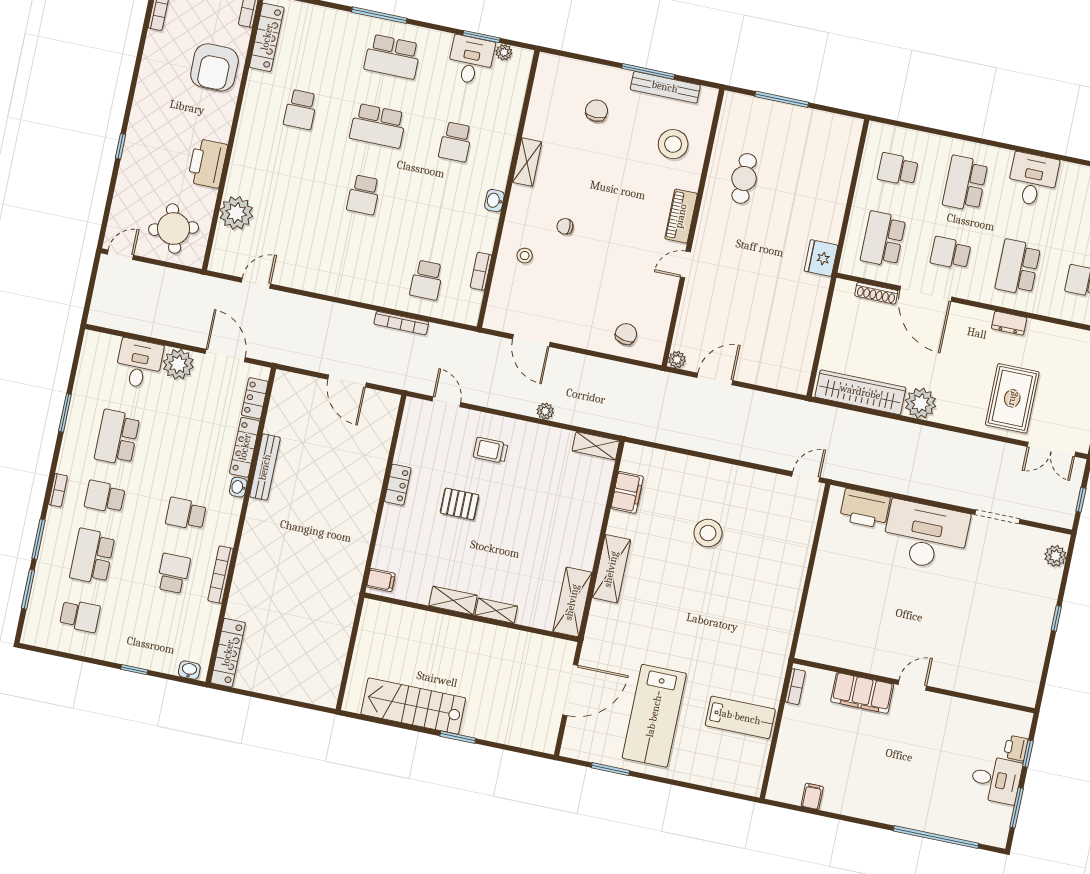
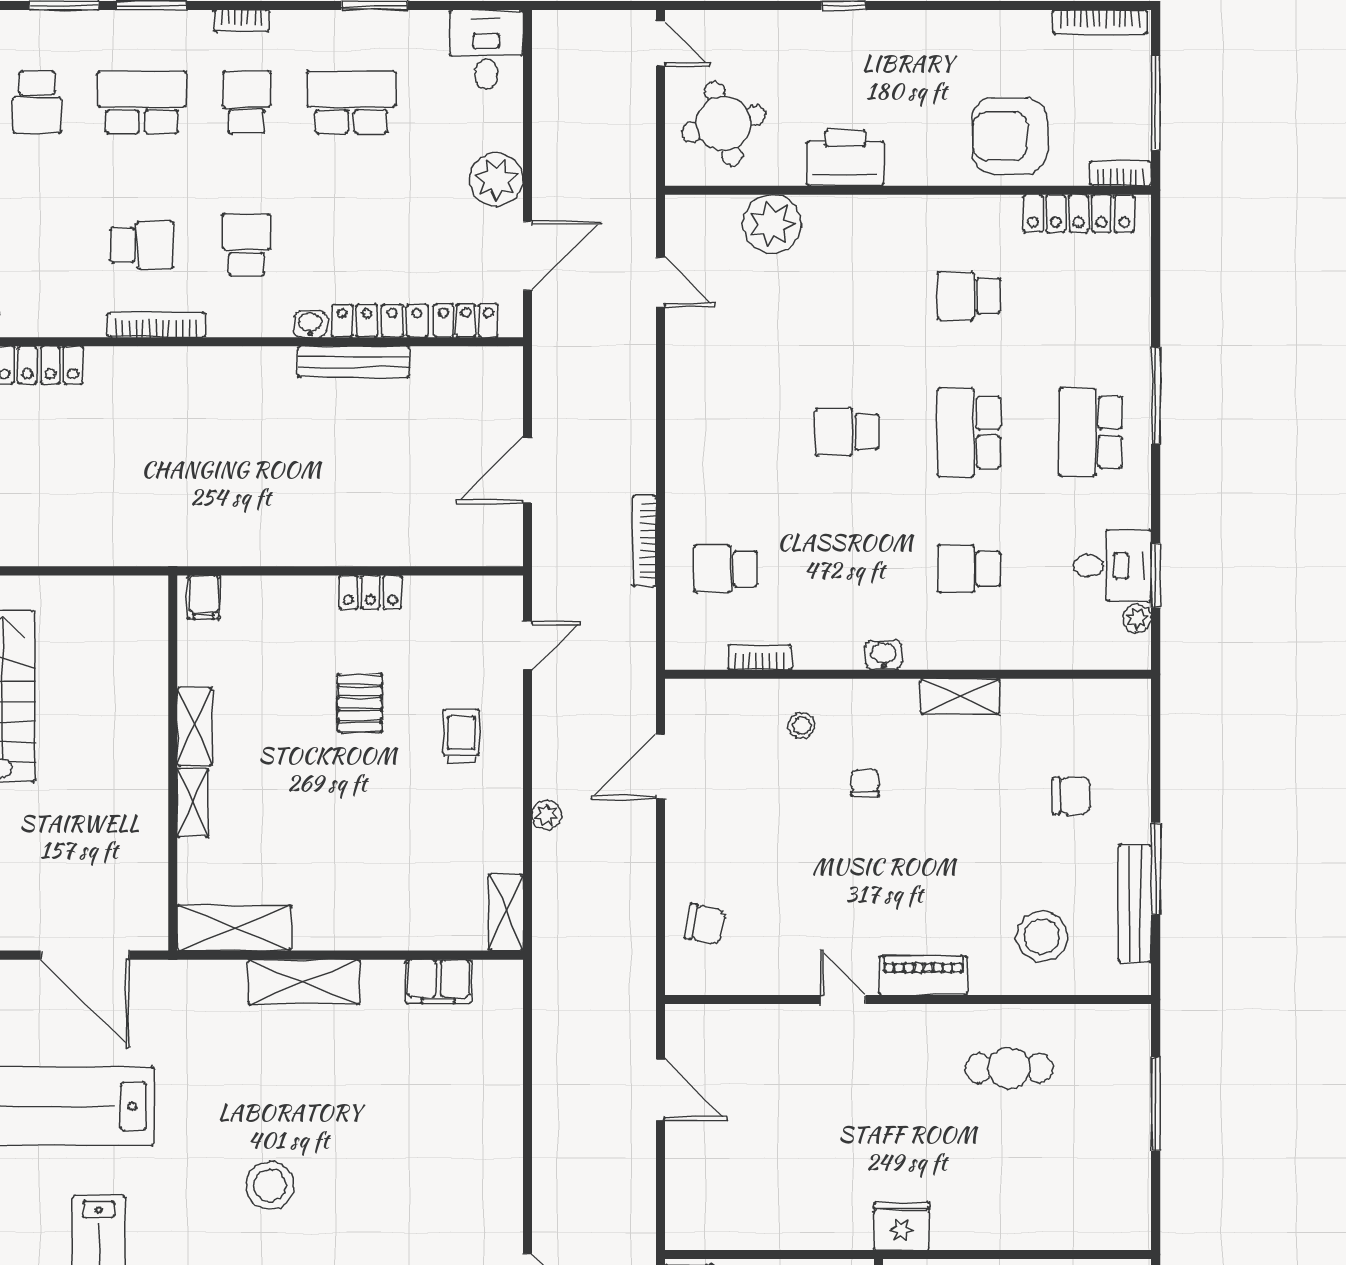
plant: (677, 360) -> (680, 1019), removed
desk: (139, 364) -> (486, 50), moved, turned -90
stool: (708, 533) -> (270, 1185), moved

